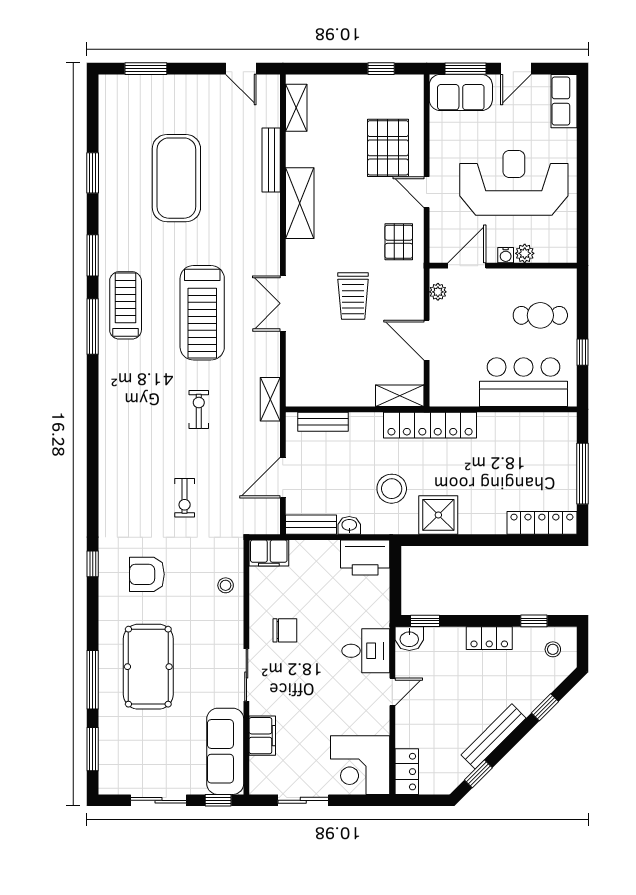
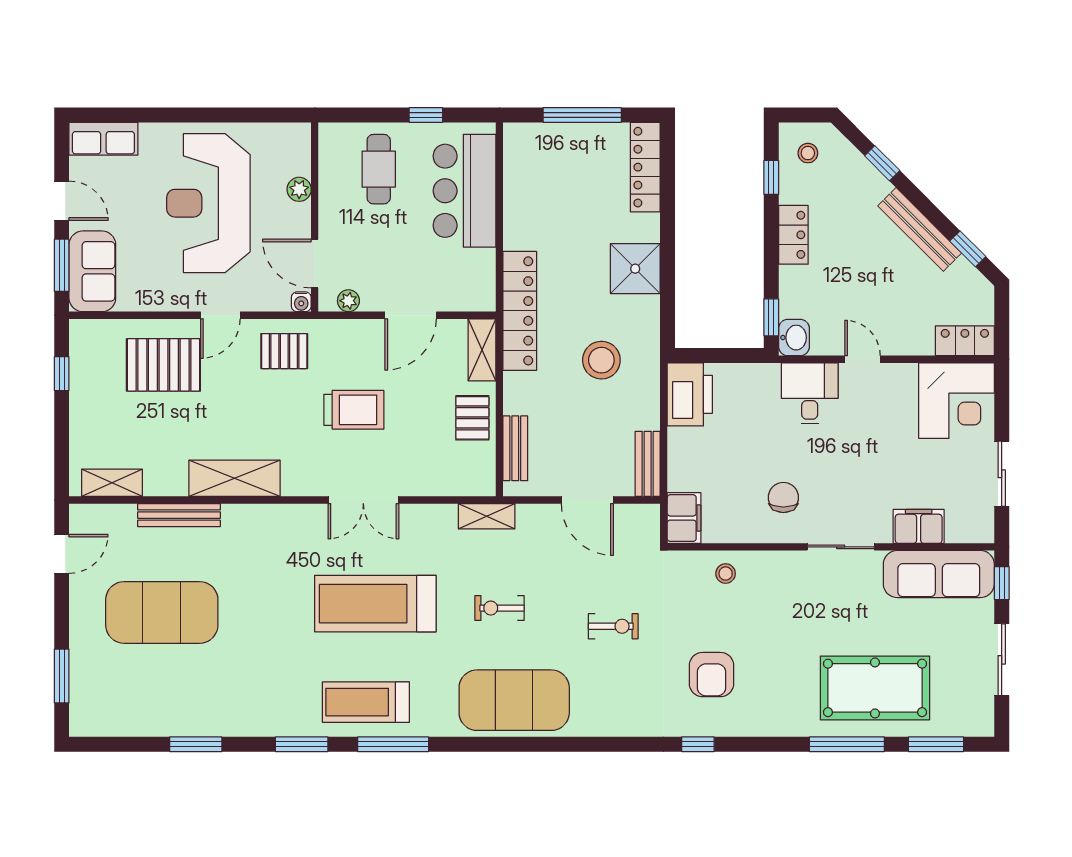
exercise mat: (176, 178) -> (162, 612), moved
water cooler: (506, 255) -> (301, 302), moved, turned 90
treadmill: (202, 313) -> (375, 604), turned 180
pallet: (347, 388) -> (472, 418), added
exercise mat: (127, 421) -> (514, 700), added
shower: (438, 515) -> (635, 269), moved
washbasin: (349, 525) -> (649, 415), removed
pool table: (148, 667) -> (875, 688), moved

